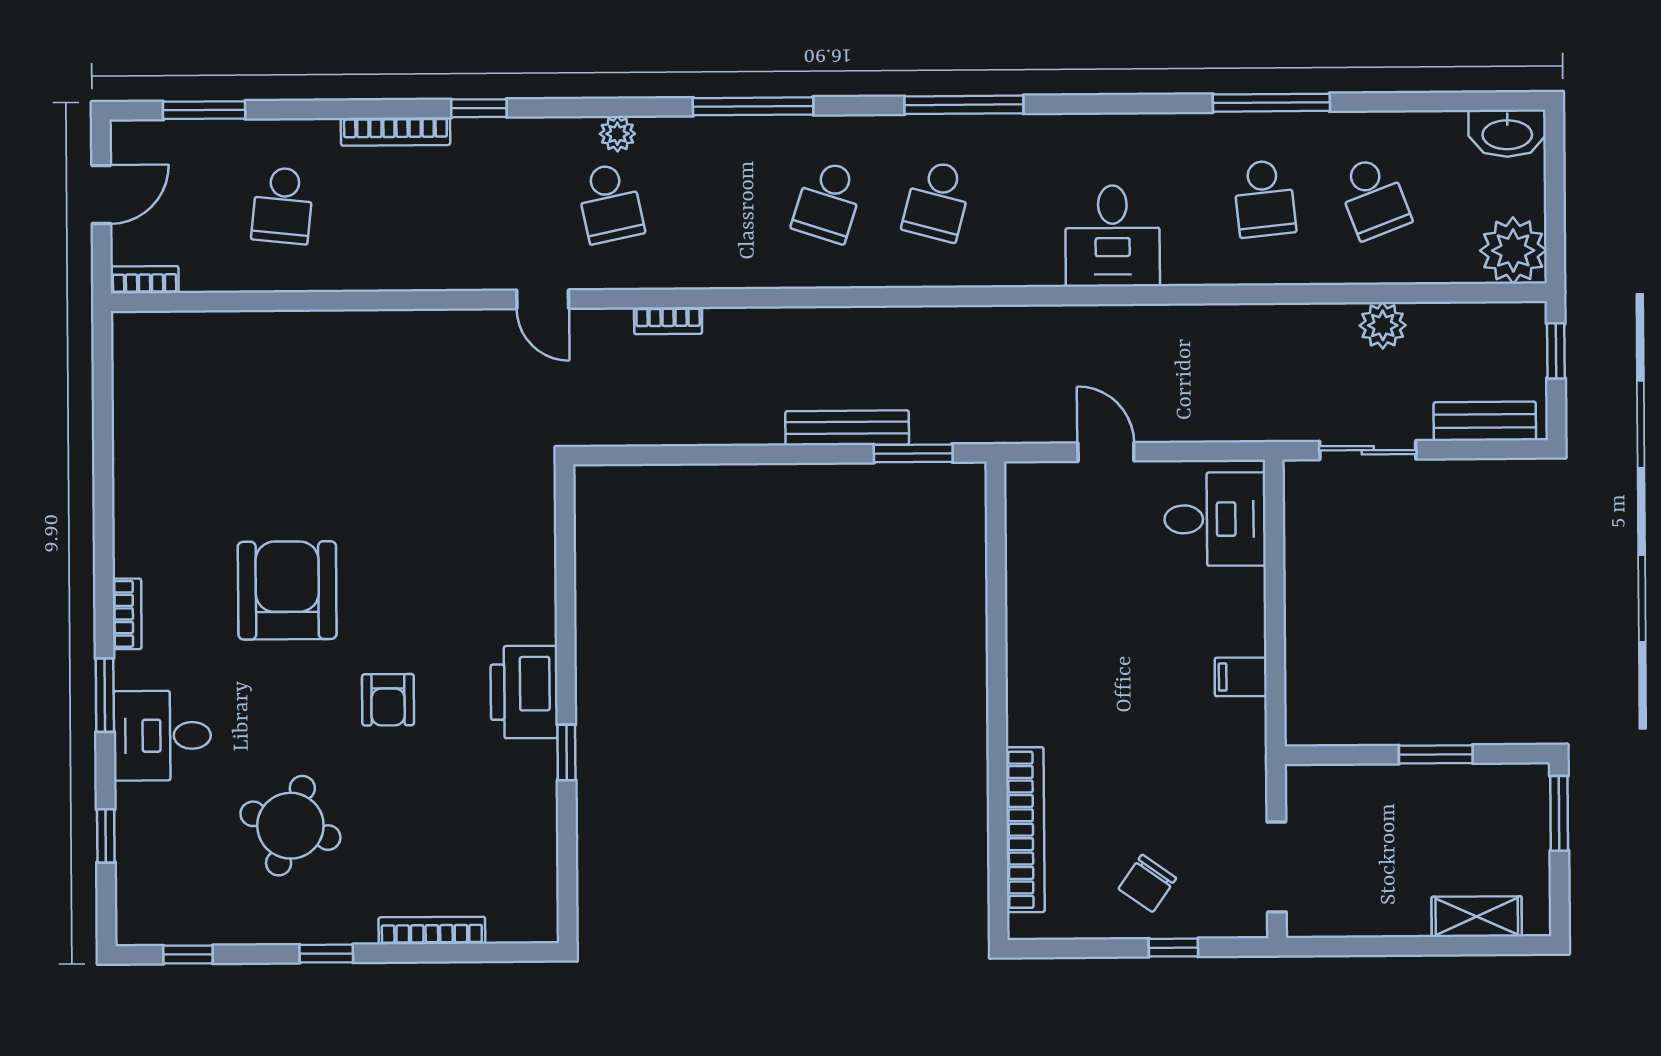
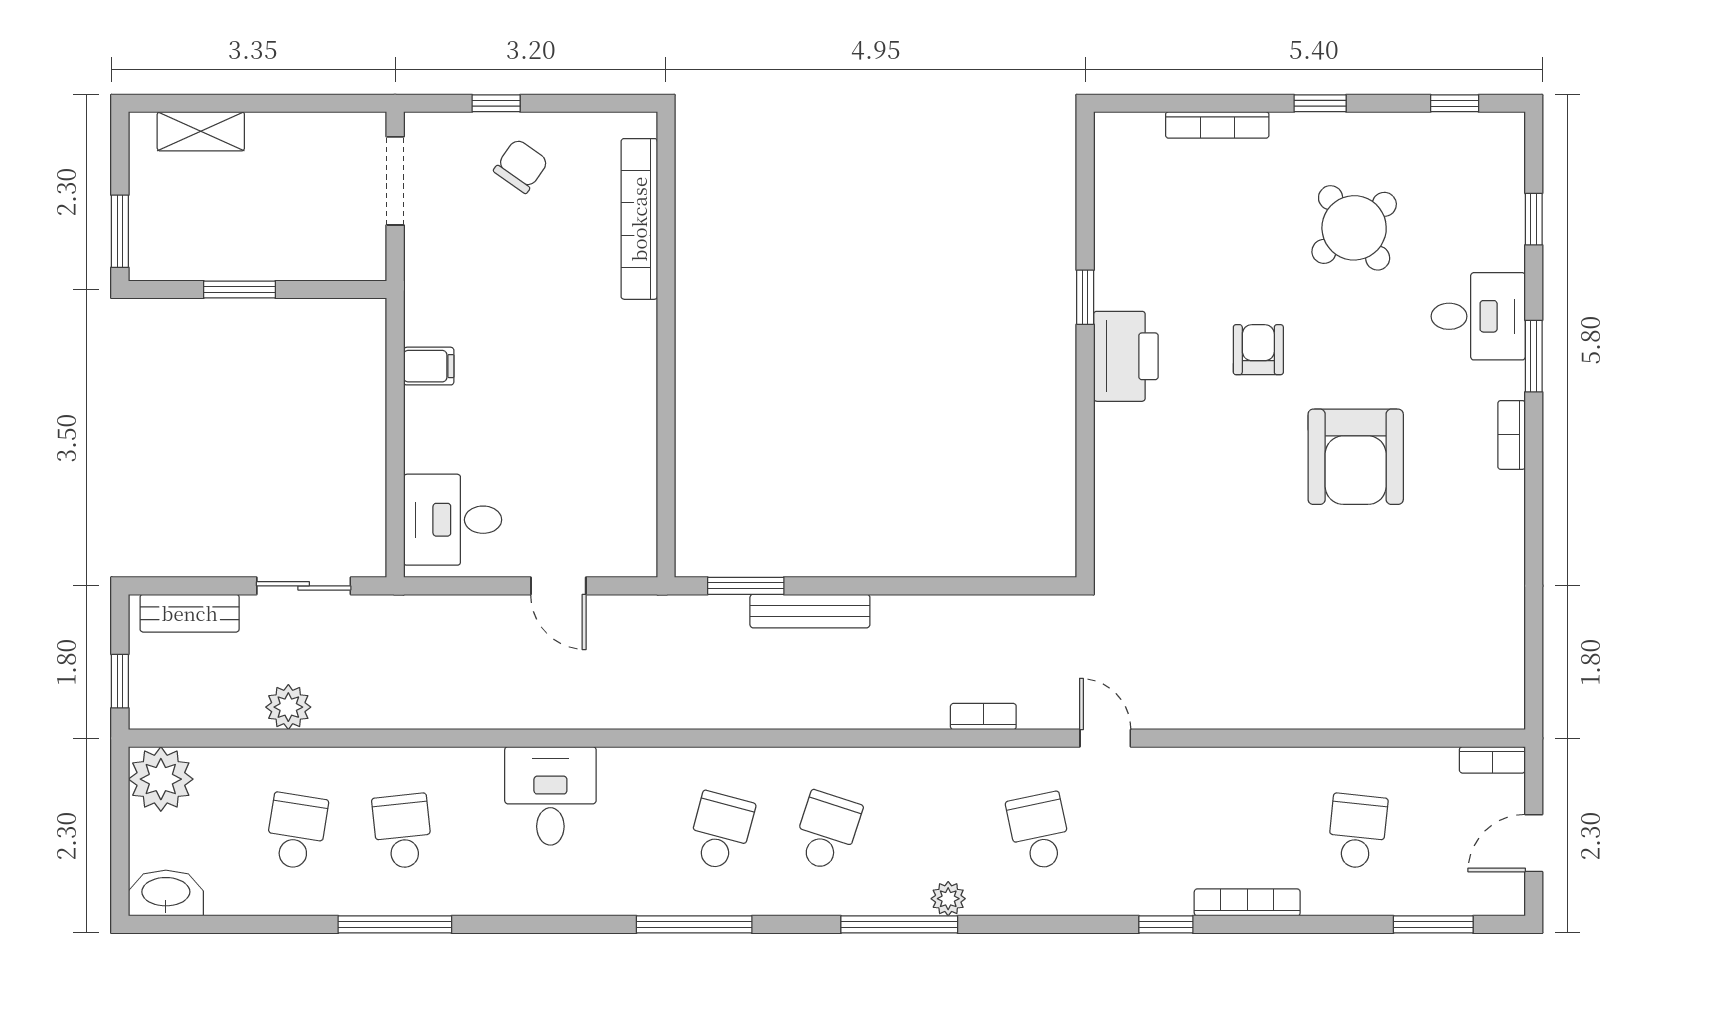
plant: (617, 134) -> (948, 899), moved
school desk: (1373, 198) -> (296, 831), turned 30
round table: (290, 826) -> (1354, 228), turned 34

